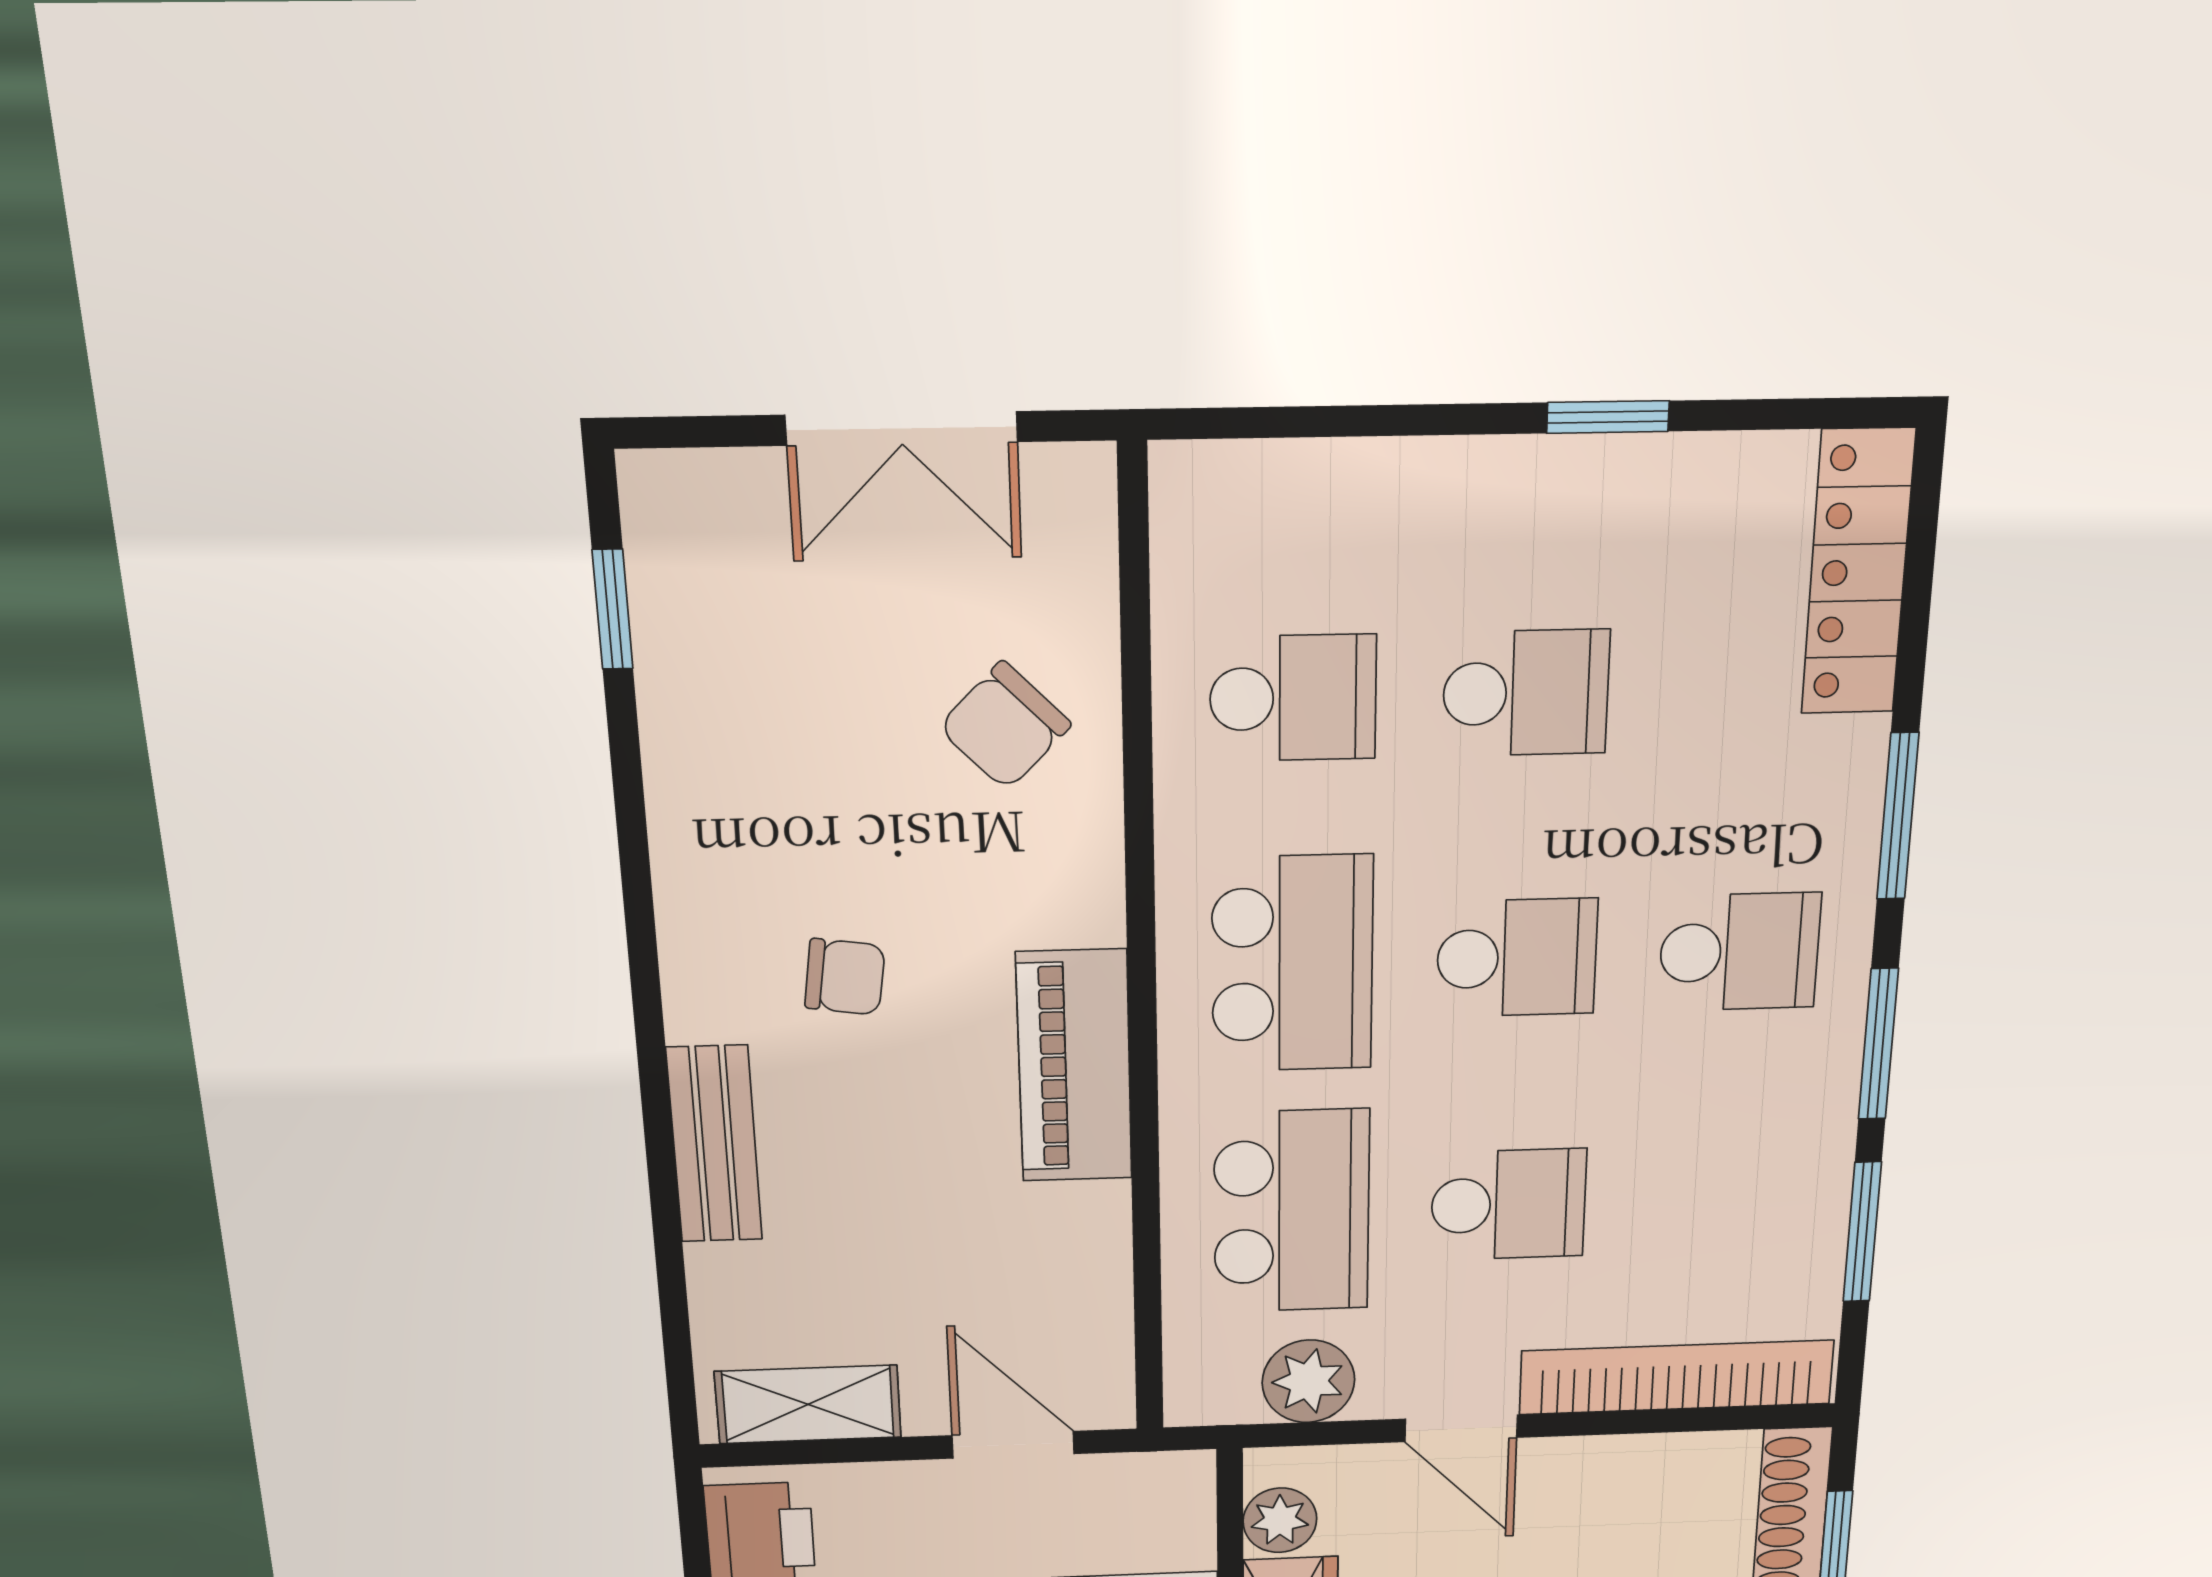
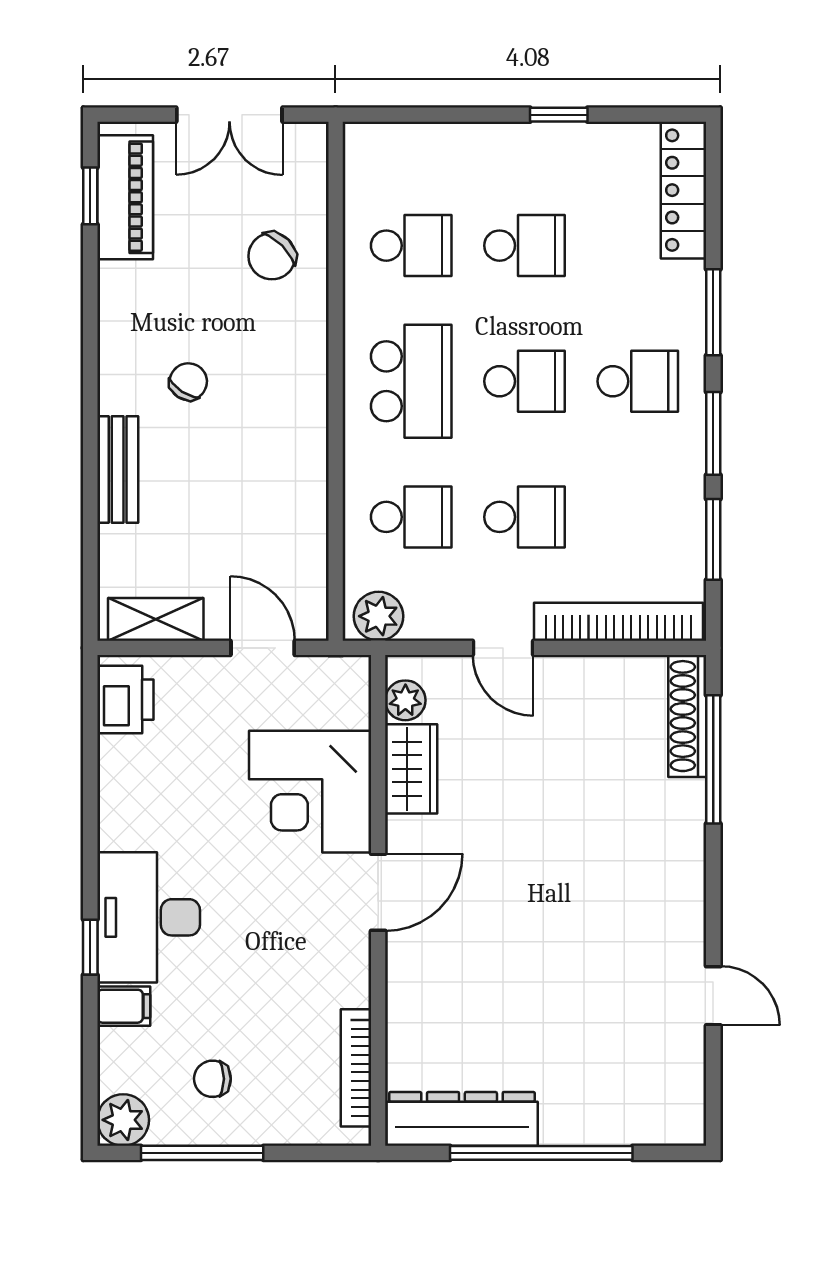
chair: (845, 977) -> (188, 382), turned -65
piano: (1074, 1066) -> (125, 197), moved, turned 180
school desk: (1292, 1211) -> (411, 517), width x0.54
plant: (1308, 1381) -> (379, 616), moved

